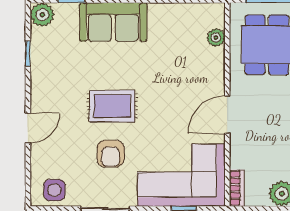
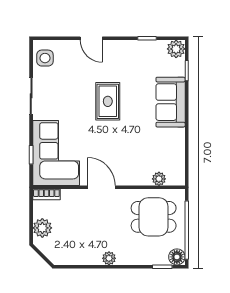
armchair: (111, 154) -> (72, 100), removed

